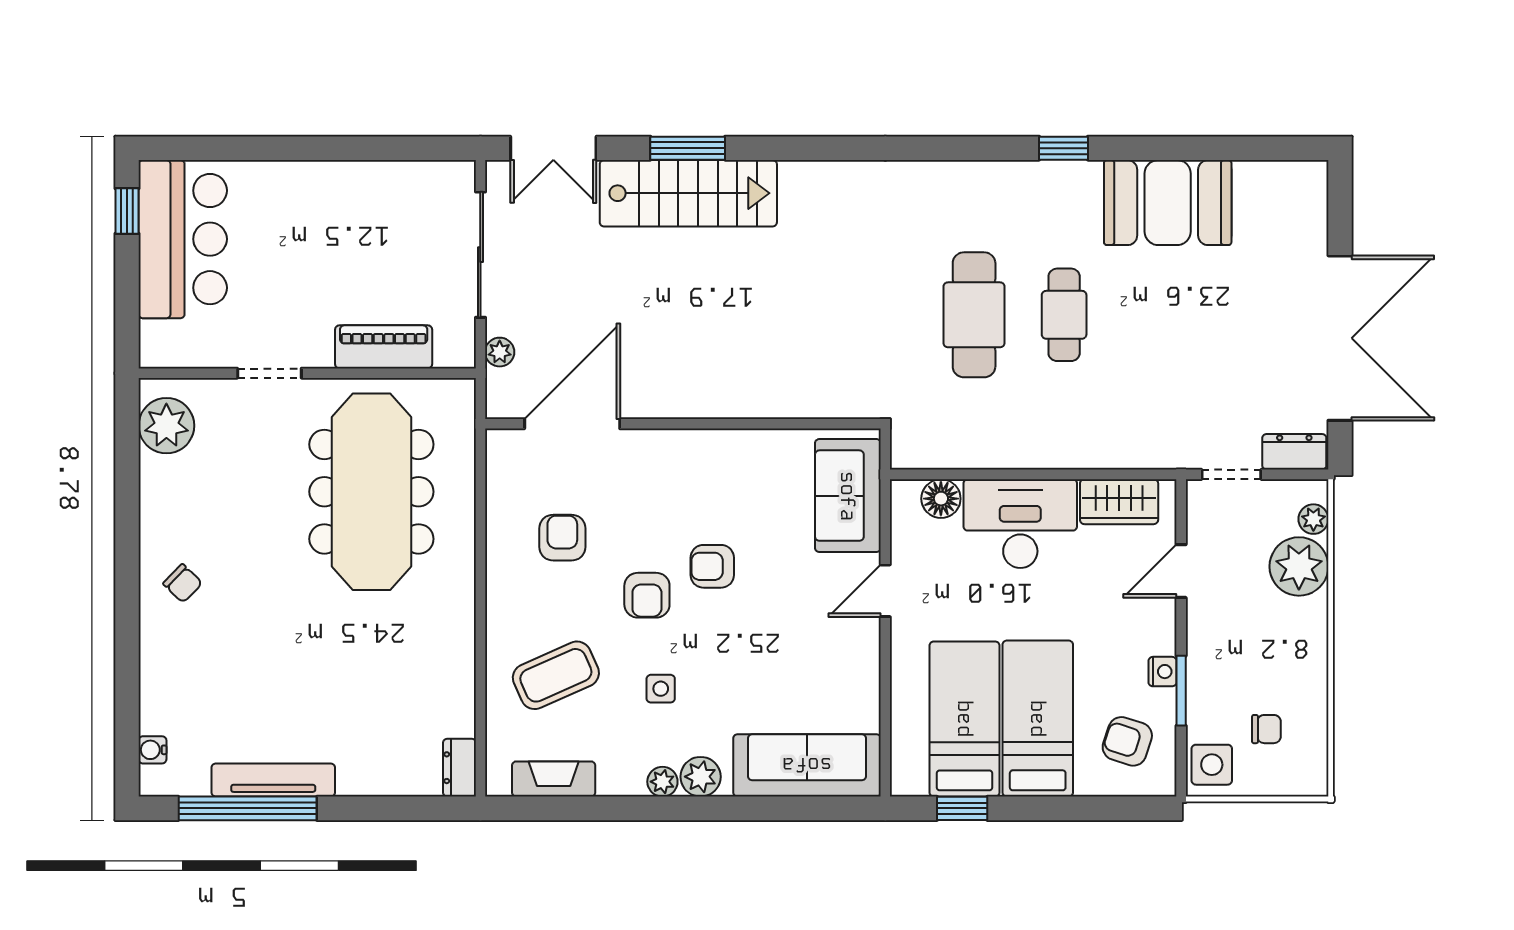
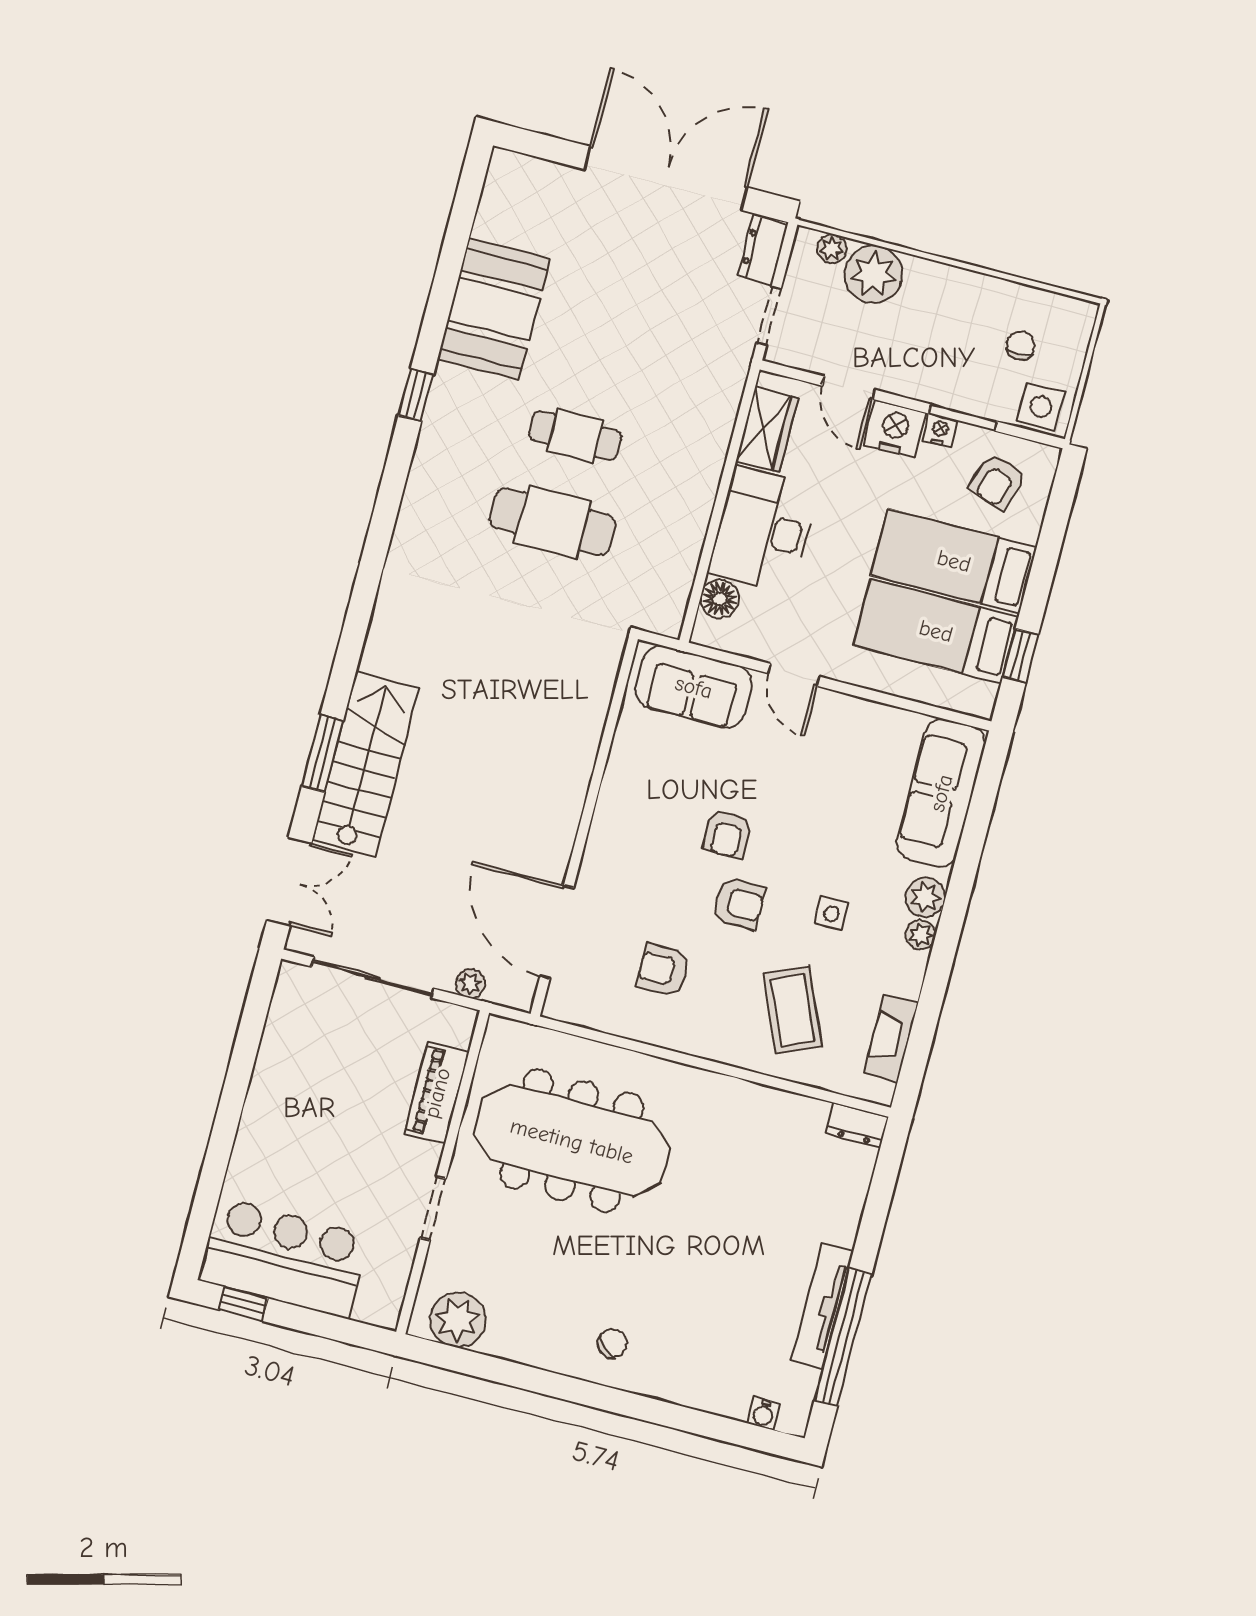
nightstand: (1152, 627) -> (895, 429), added

